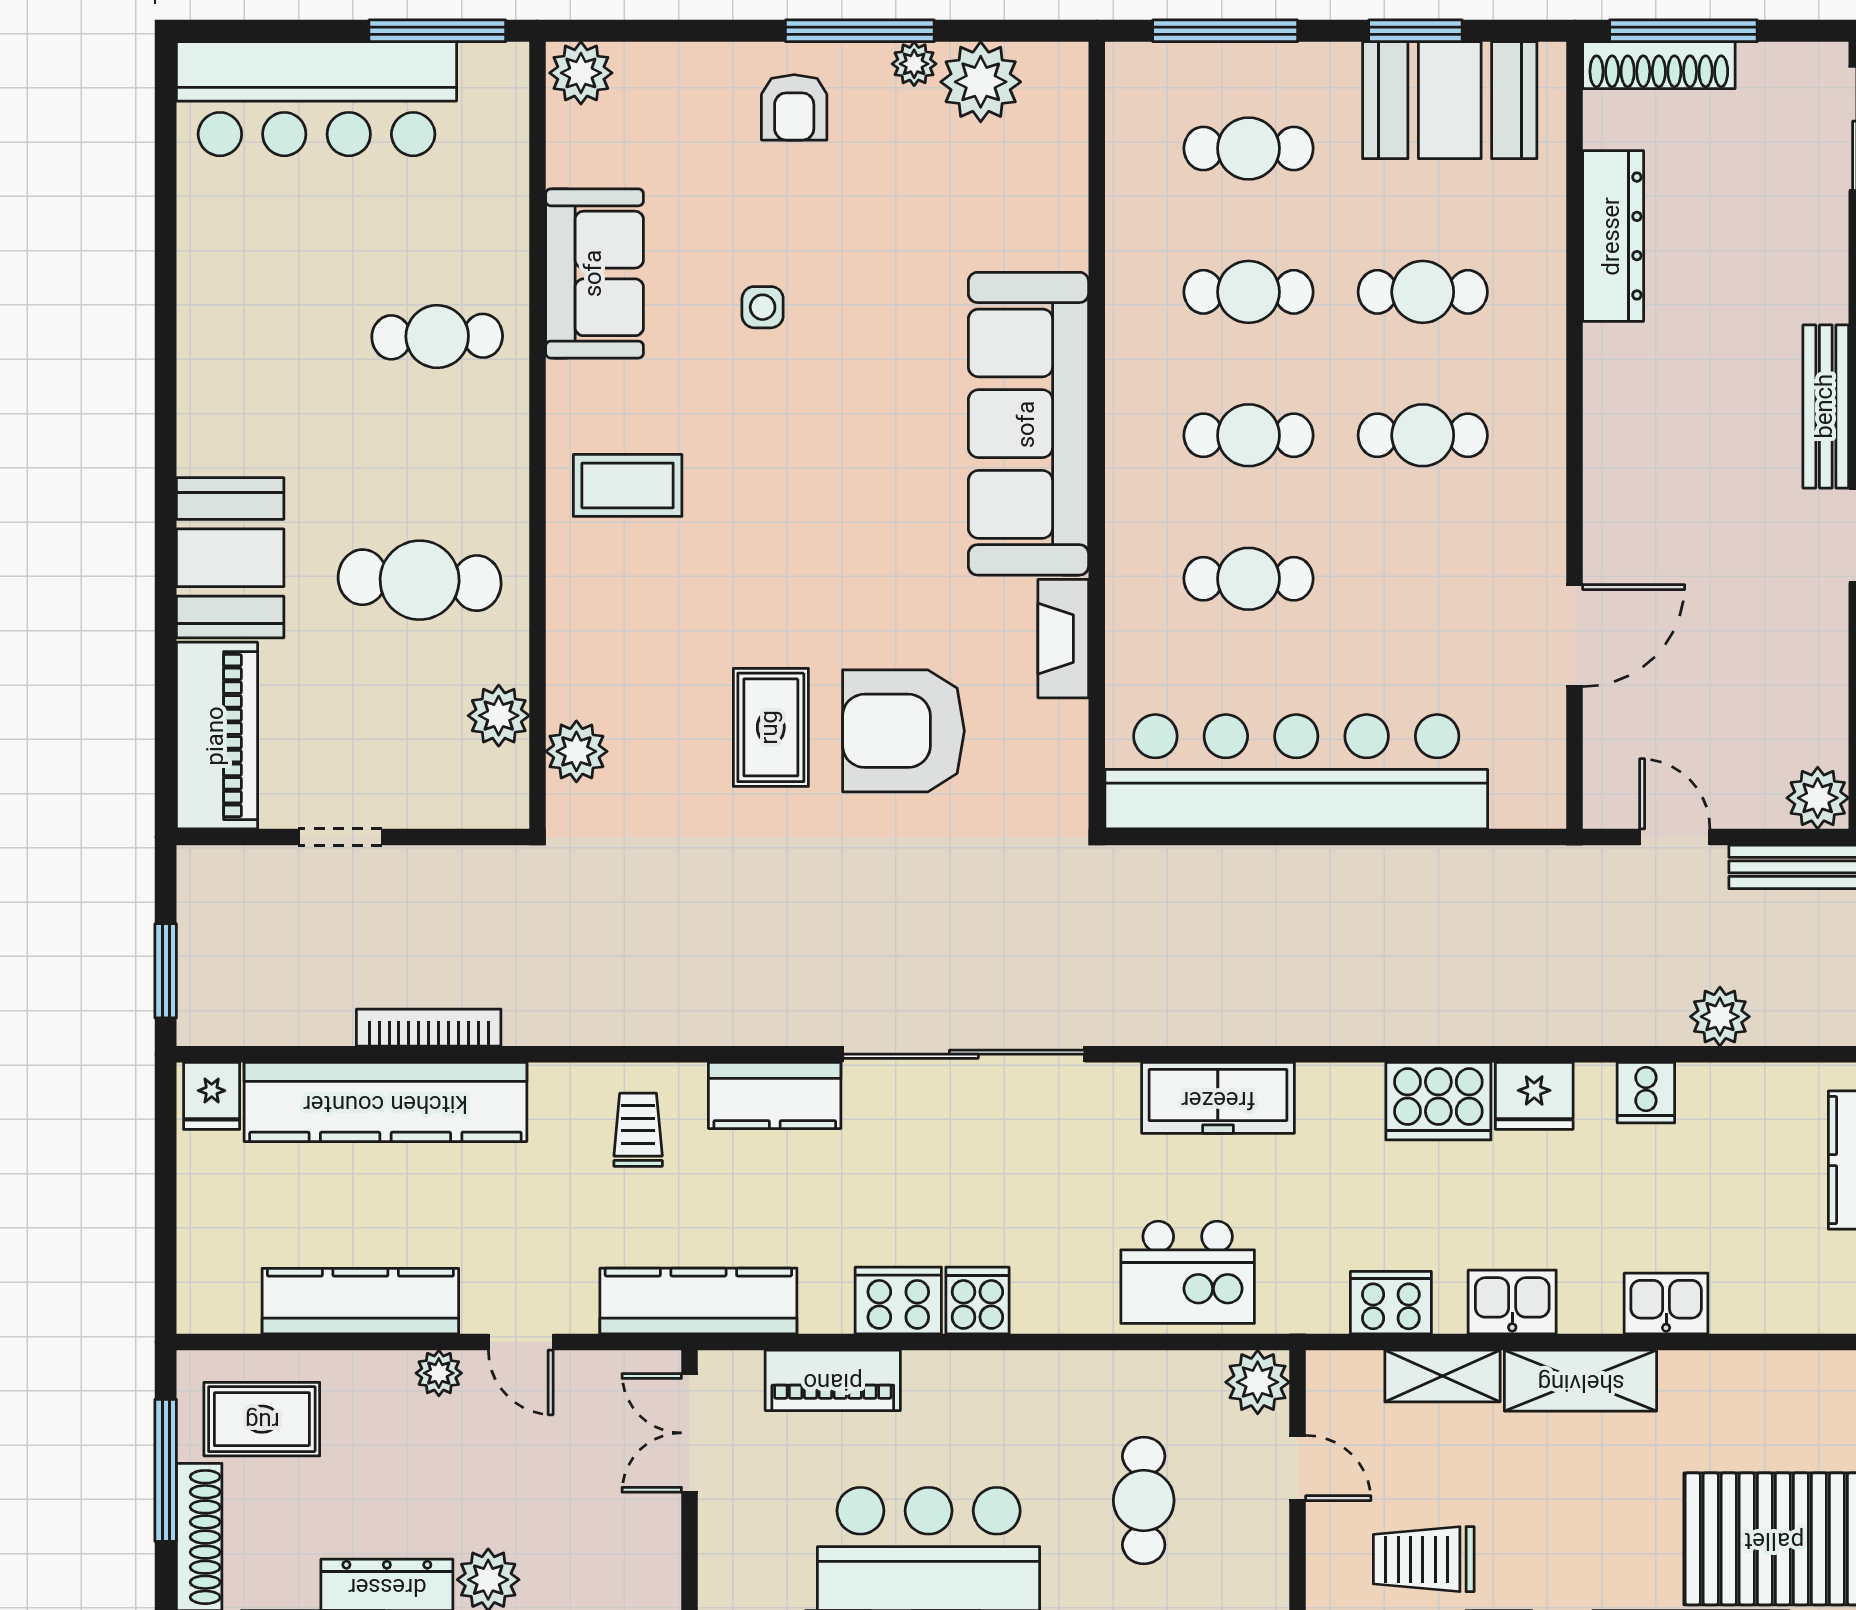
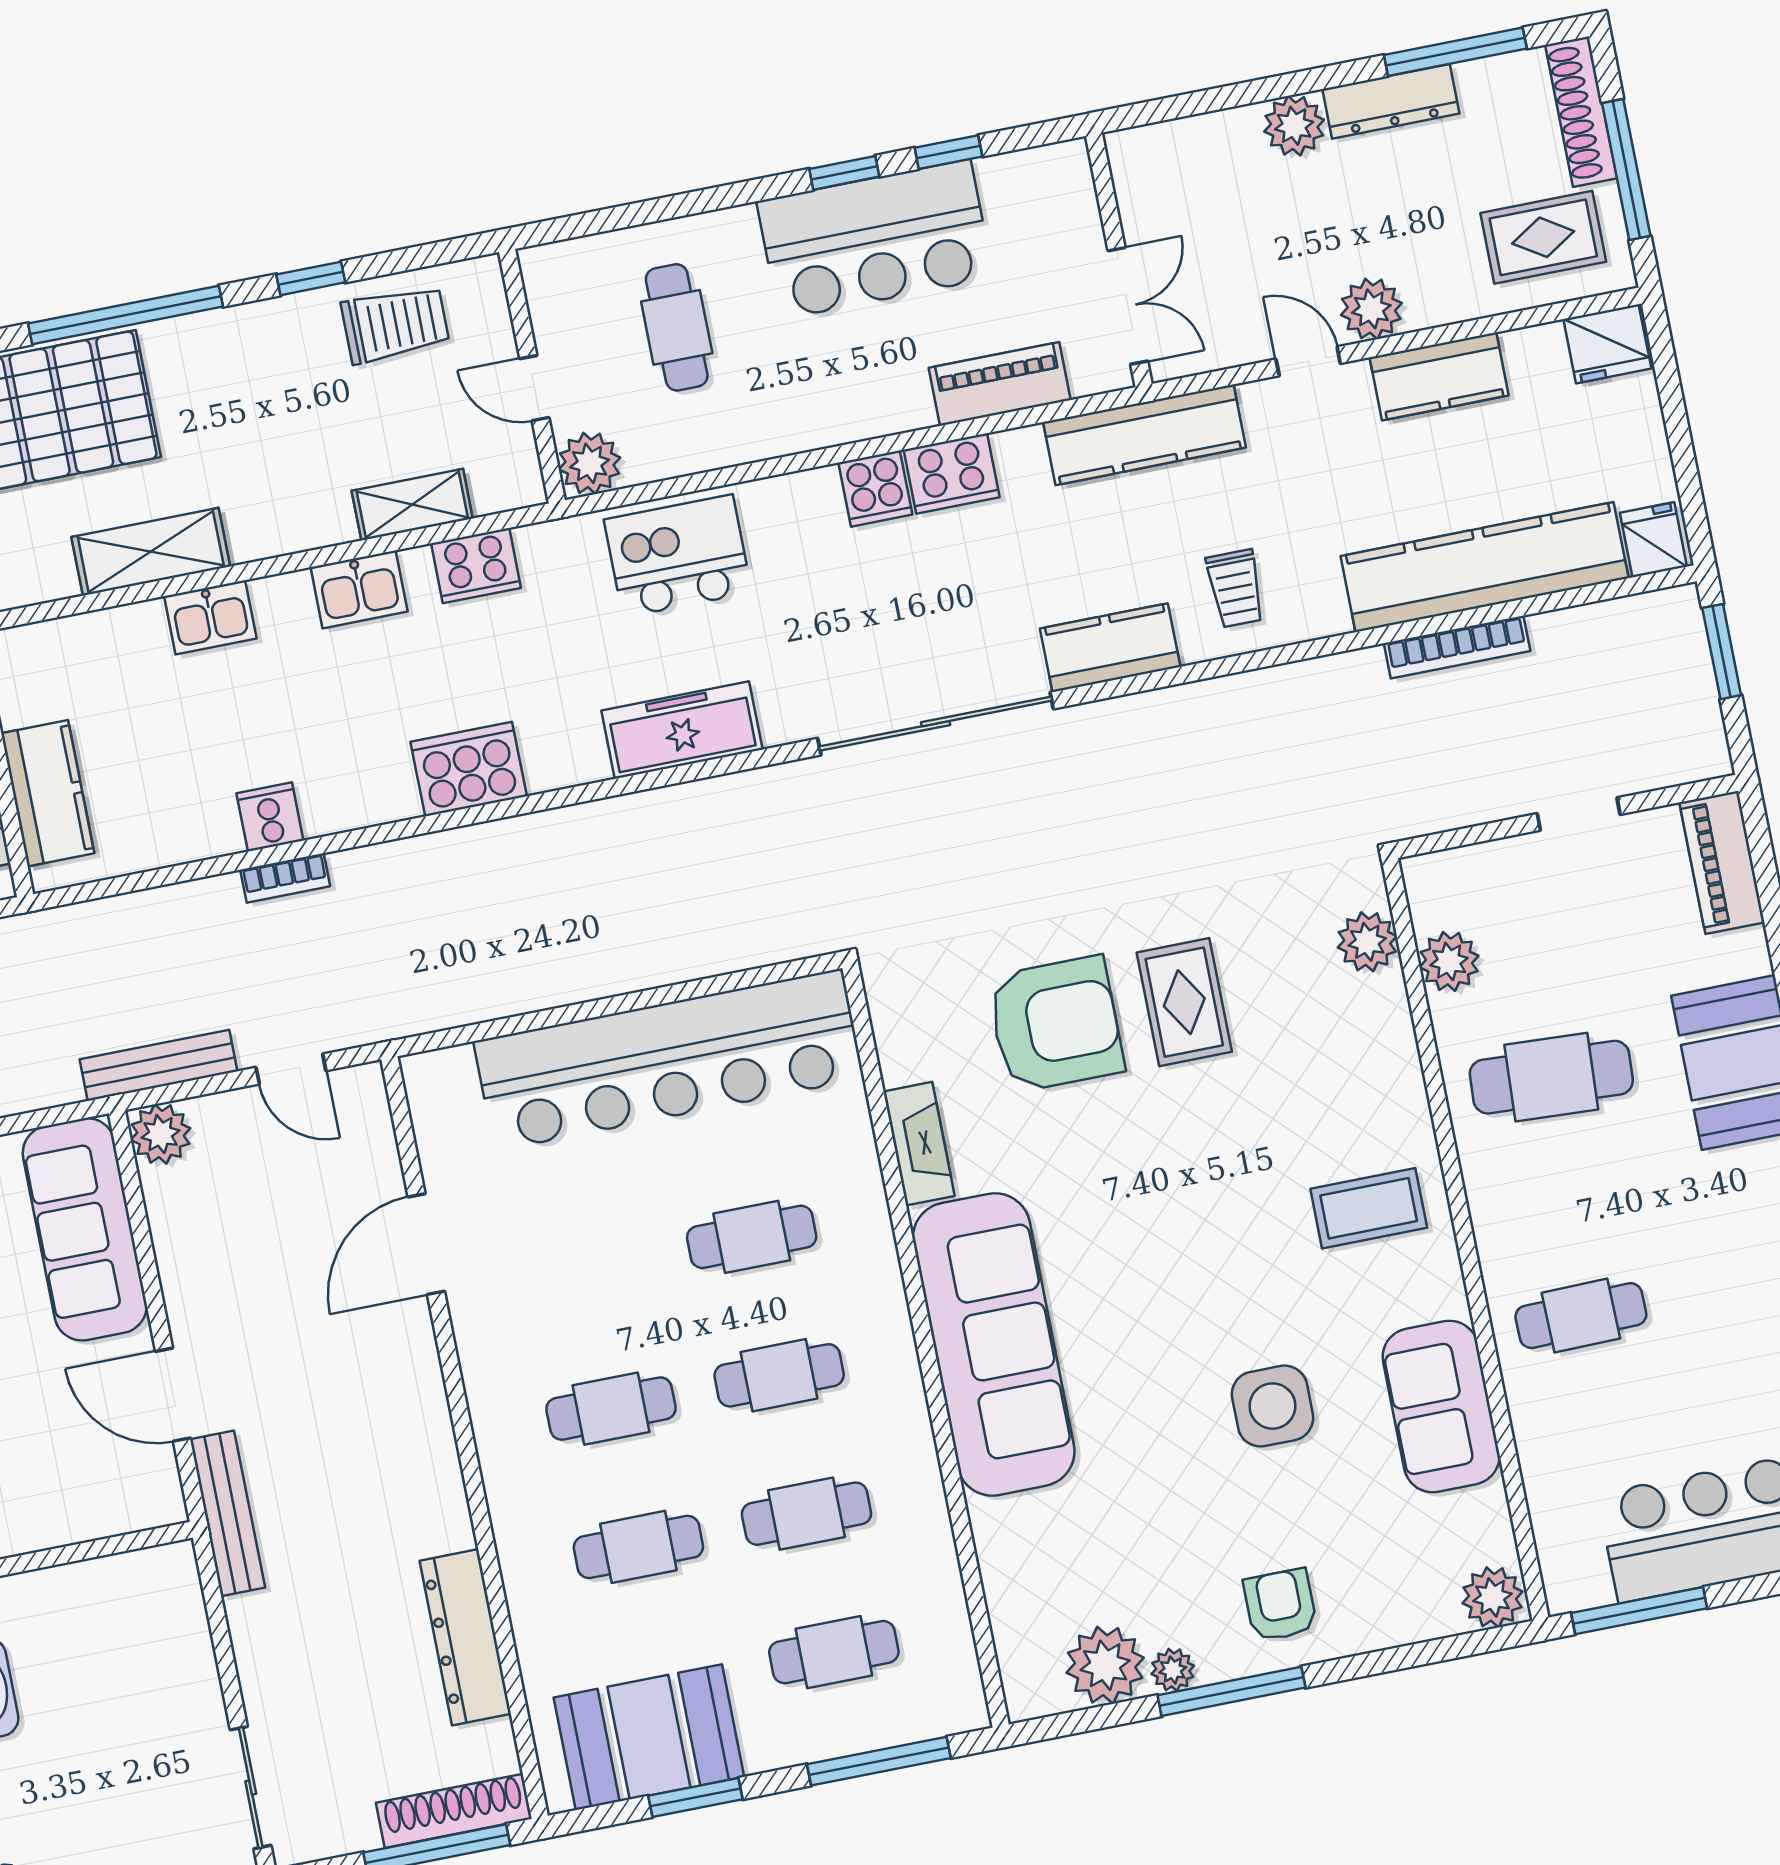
side table: (763, 307) -> (1273, 1406), width x1.87, depth x1.87
piano: (217, 736) -> (1722, 862), width x0.73, depth x0.75
plant: (1720, 1017) -> (213, 904), removed
bookcase: (1643, 1029) -> (285, 878), added
fridge: (1534, 1096) -> (1607, 344), moved, turned 180
kitchen counter: (360, 1301) -> (1439, 376), width x0.67
plant: (439, 1373) -> (1371, 309), width x1.38, depth x1.38
shelving: (1581, 1381) -> (151, 552), moved

